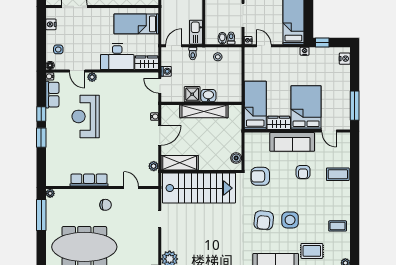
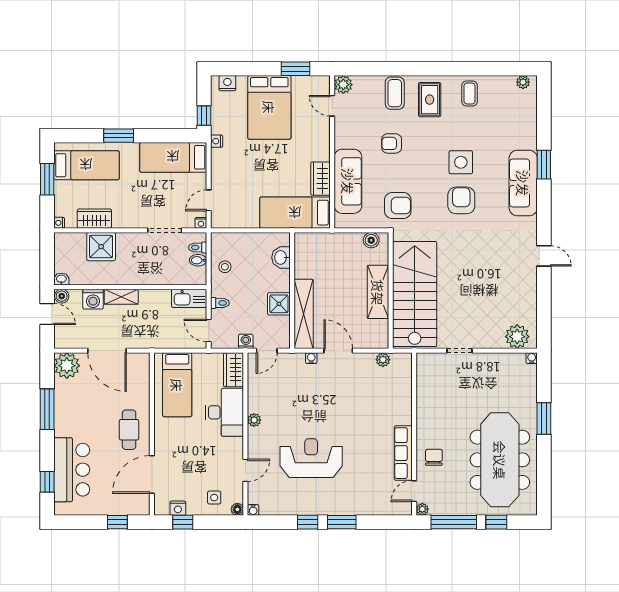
window: (41, 28) -> (183, 522), added
plant: (92, 77) -> (254, 420), moved
row of seats: (52, 95) -> (279, 506), removed
washbasin: (208, 96) -> (281, 257), moved
window: (355, 106) -> (296, 69), width x0.69
bed: (306, 108) -> (269, 107), moved, turned -90
shelving: (204, 111) -> (304, 314), moved
reception desk: (86, 116) -> (311, 458), turned 180
door: (329, 131) -> (332, 106), swing flipped
plant: (344, 139) -> (343, 85), added
sofa: (292, 142) -> (348, 181), moved
shelving: (180, 163) -> (378, 292), moved
armchair: (303, 172) -> (392, 143), turned 180
armchair: (260, 176) -> (398, 205), turned -90
door: (131, 188) -> (414, 491), moved
chair: (106, 205) -> (434, 457), moved
armchair: (264, 220) -> (461, 200), turned -96
window: (41, 245) -> (496, 522), added
rug: (312, 251) -> (430, 100), moved

